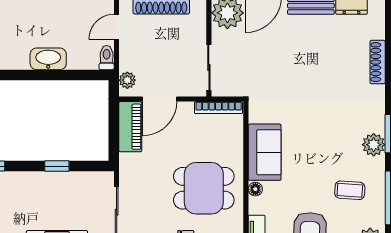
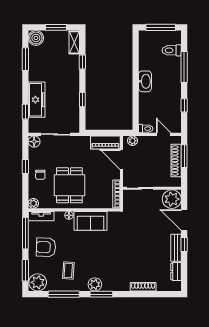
washbasin: (48, 59) -> (145, 81), moved

